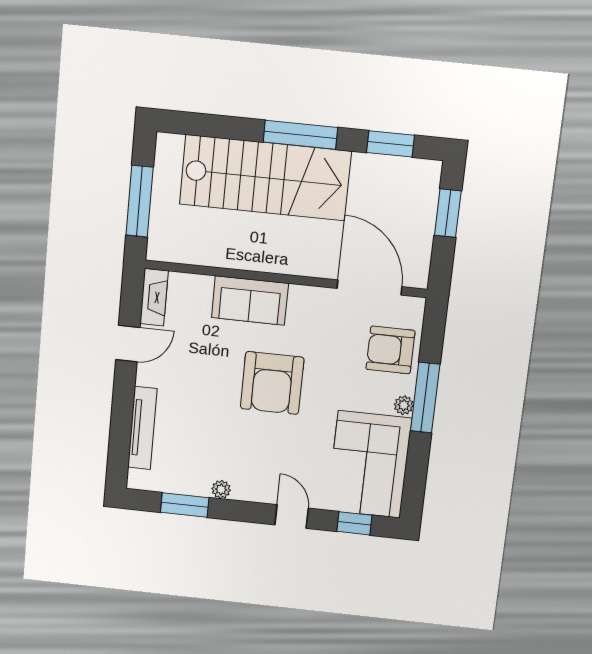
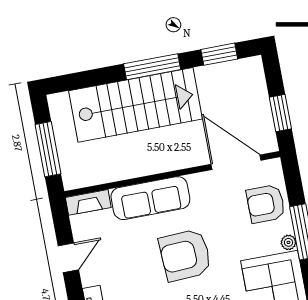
window: (448, 213) -> (280, 113), moved
fireplace: (154, 297) -> (88, 202), moved, turned 90
sofa: (250, 300) -> (150, 198), width x1.36
armchair: (272, 383) -> (185, 255), turned 87

